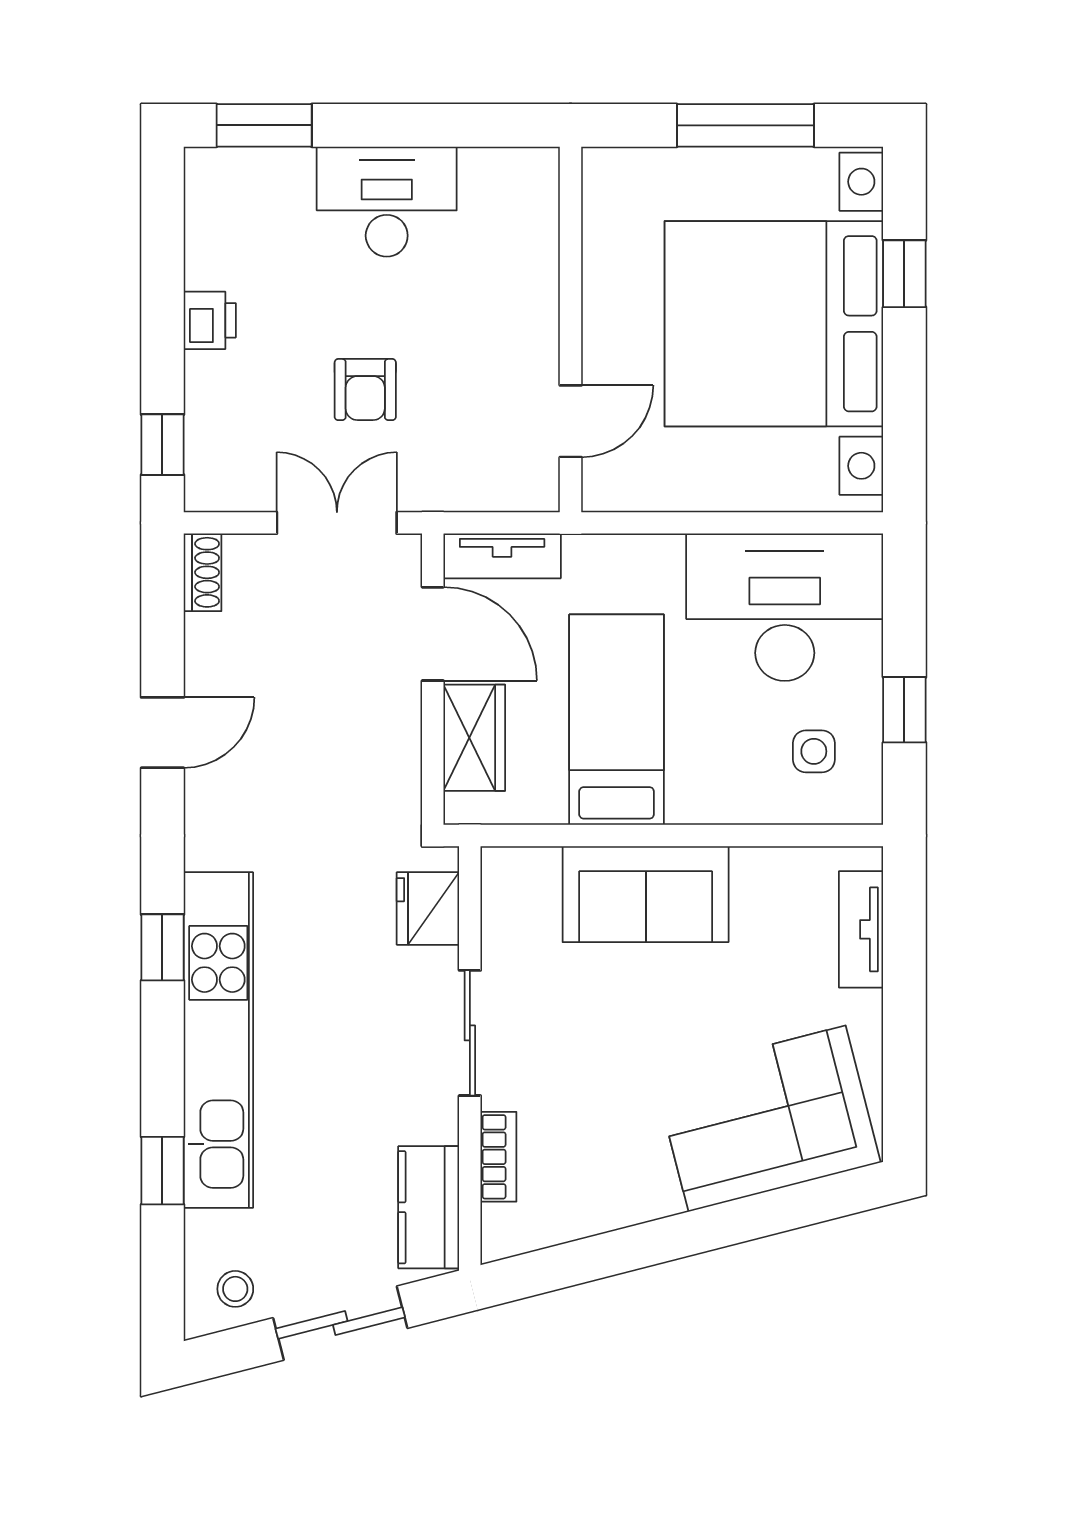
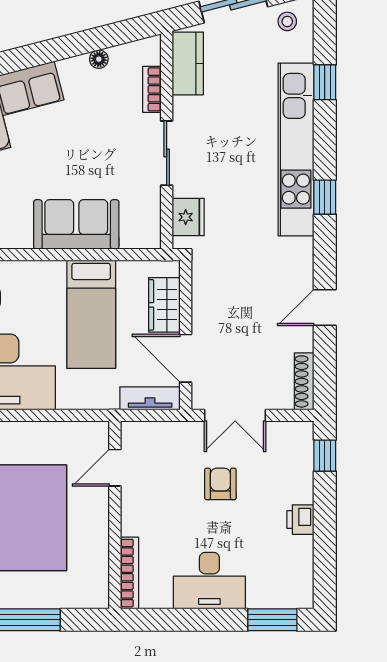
bookcase: (542, 216) -> (129, 573), added
shoe rack: (203, 572) -> (304, 381), width x1.43
floor lamp: (602, 1216) -> (99, 59), added

